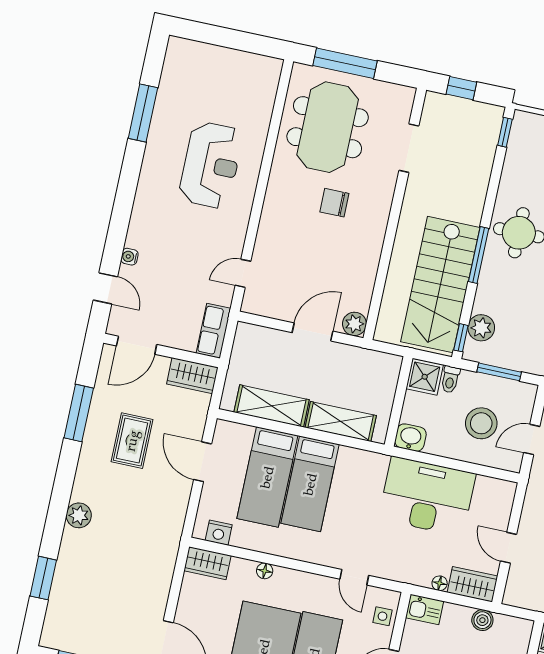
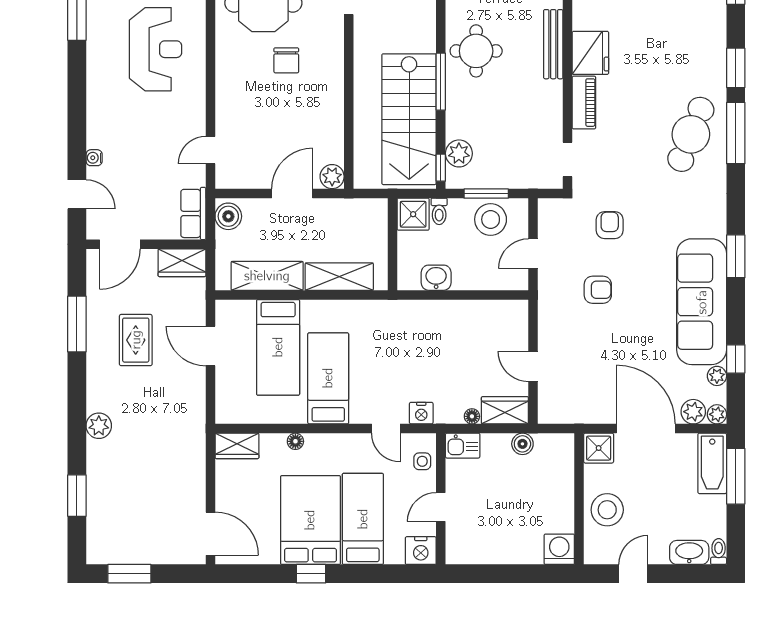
chair: (334, 203) -> (286, 60), turned -90
boiler: (246, 341) -> (228, 216), added
stool: (481, 423) -> (491, 219), moved
washbasin: (410, 438) -> (436, 278), moved
bed: (310, 484) -> (328, 378), moved, turned 180
desk: (427, 496) -> (441, 333), removed
nightstand: (219, 533) -> (421, 413), moved

